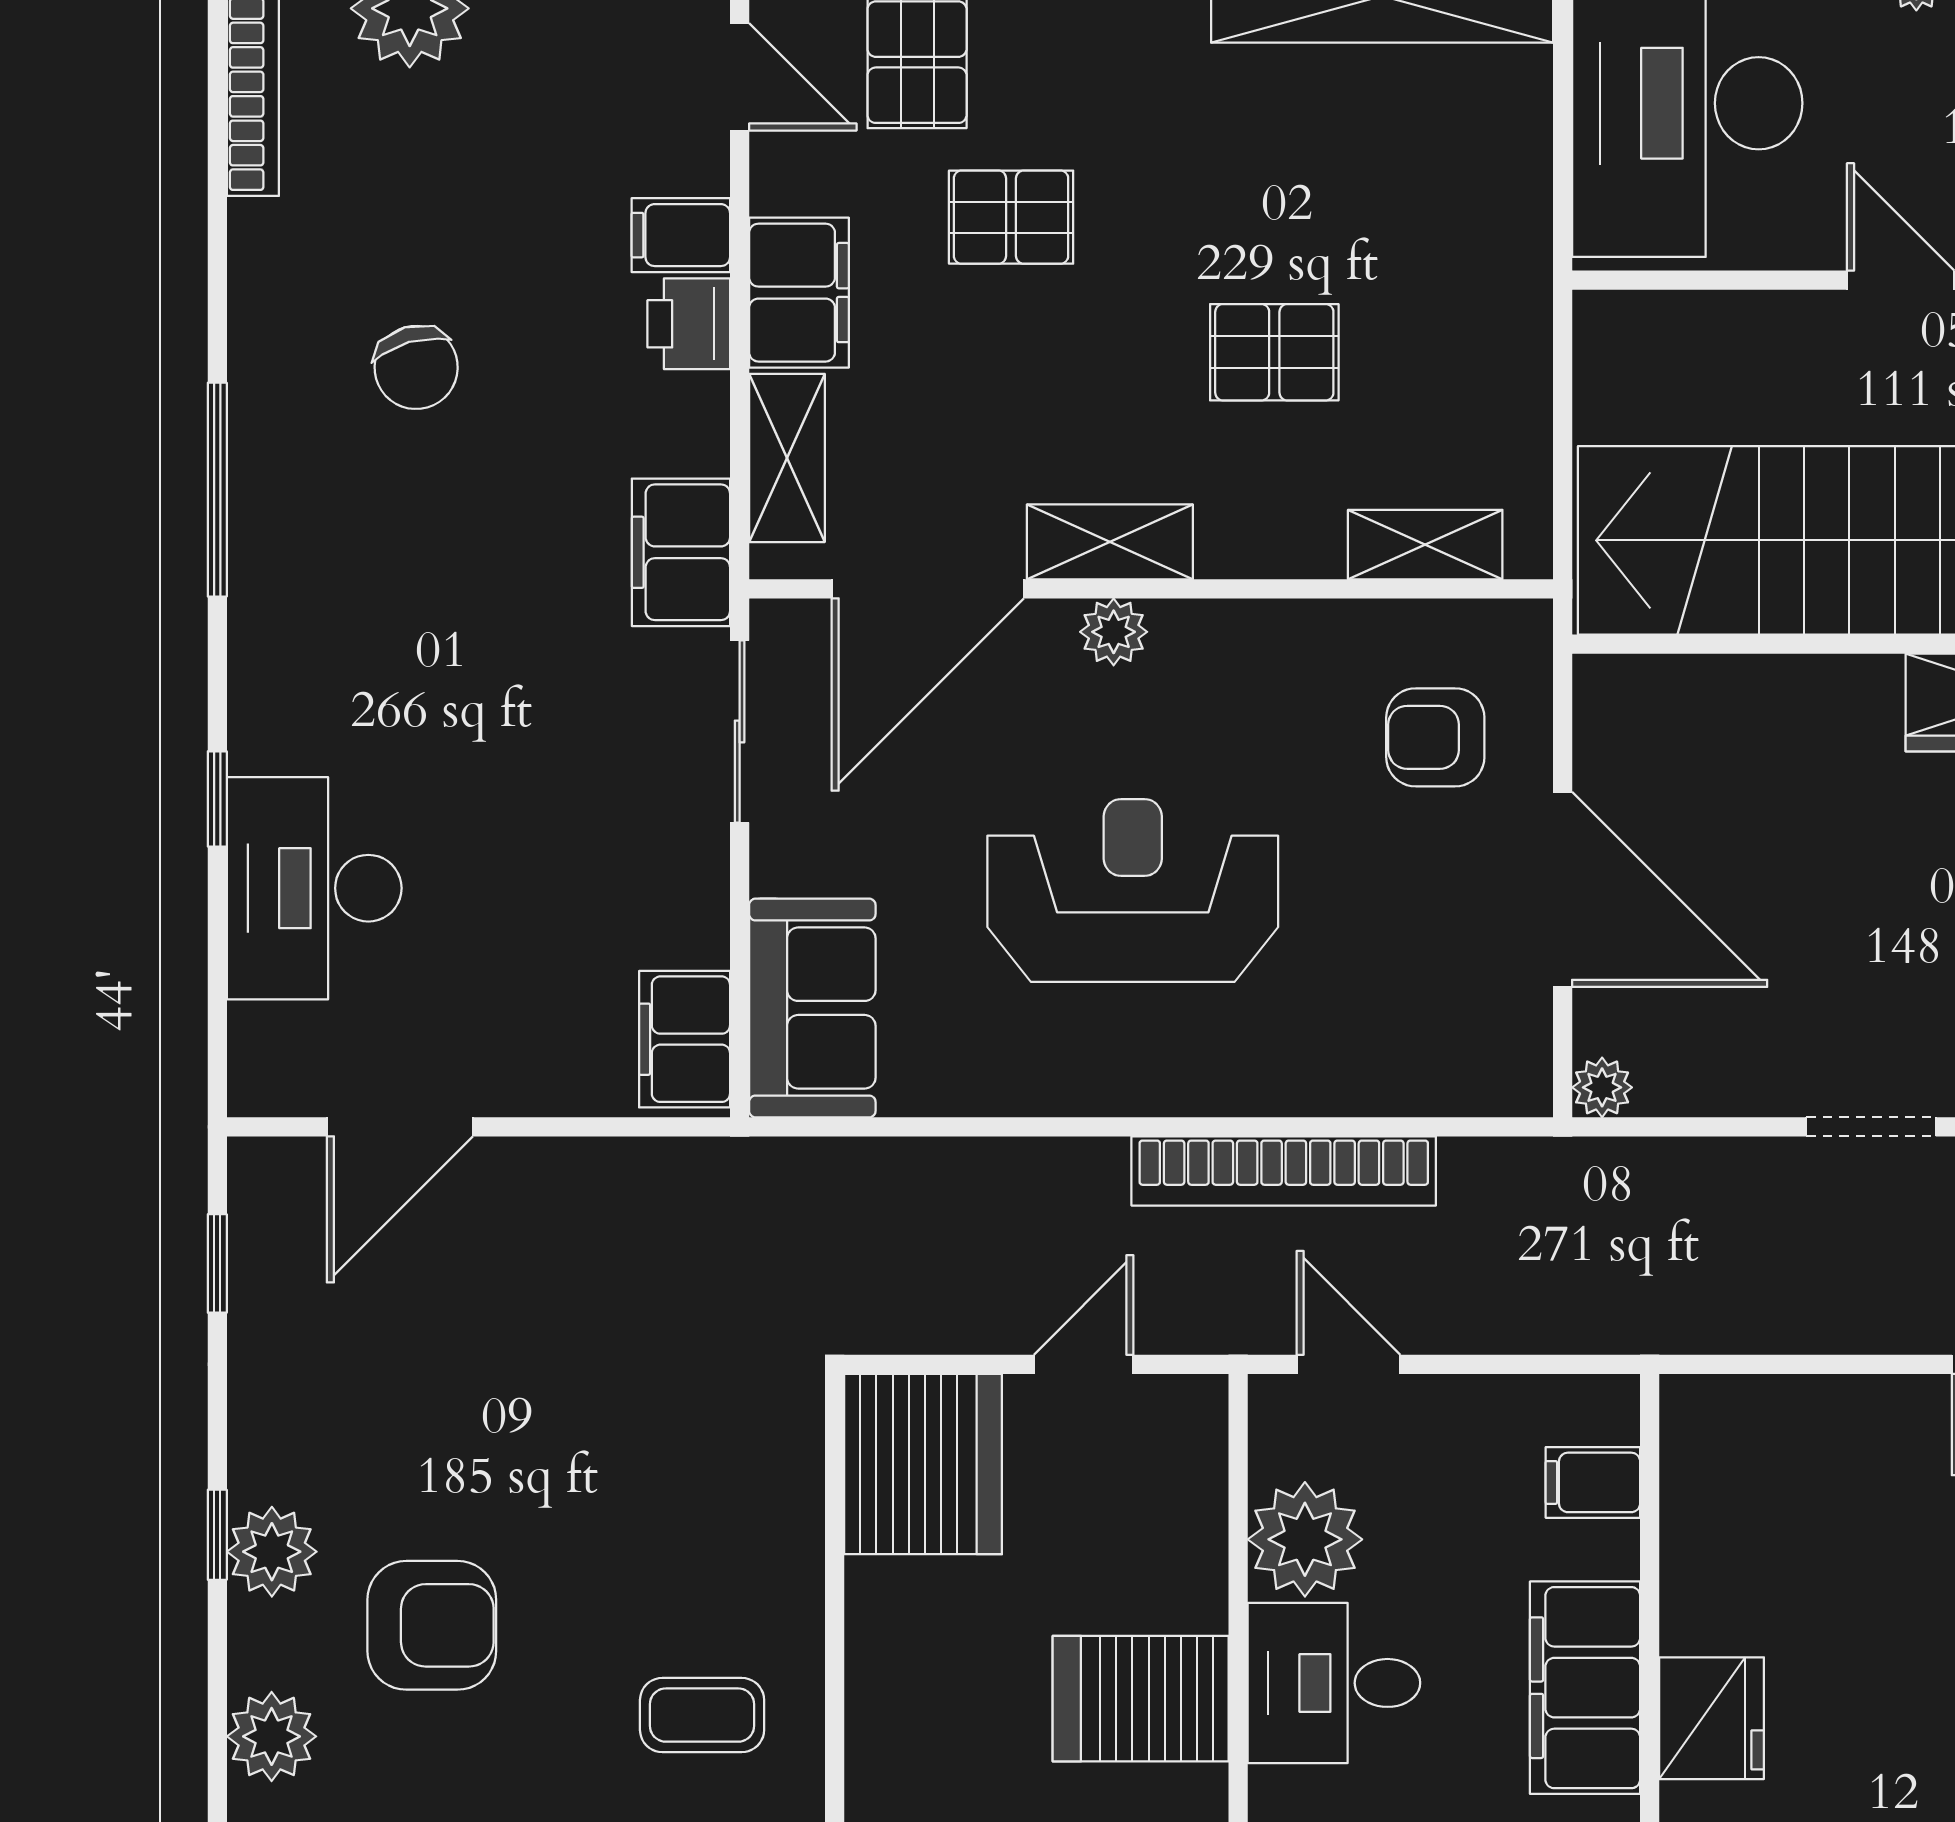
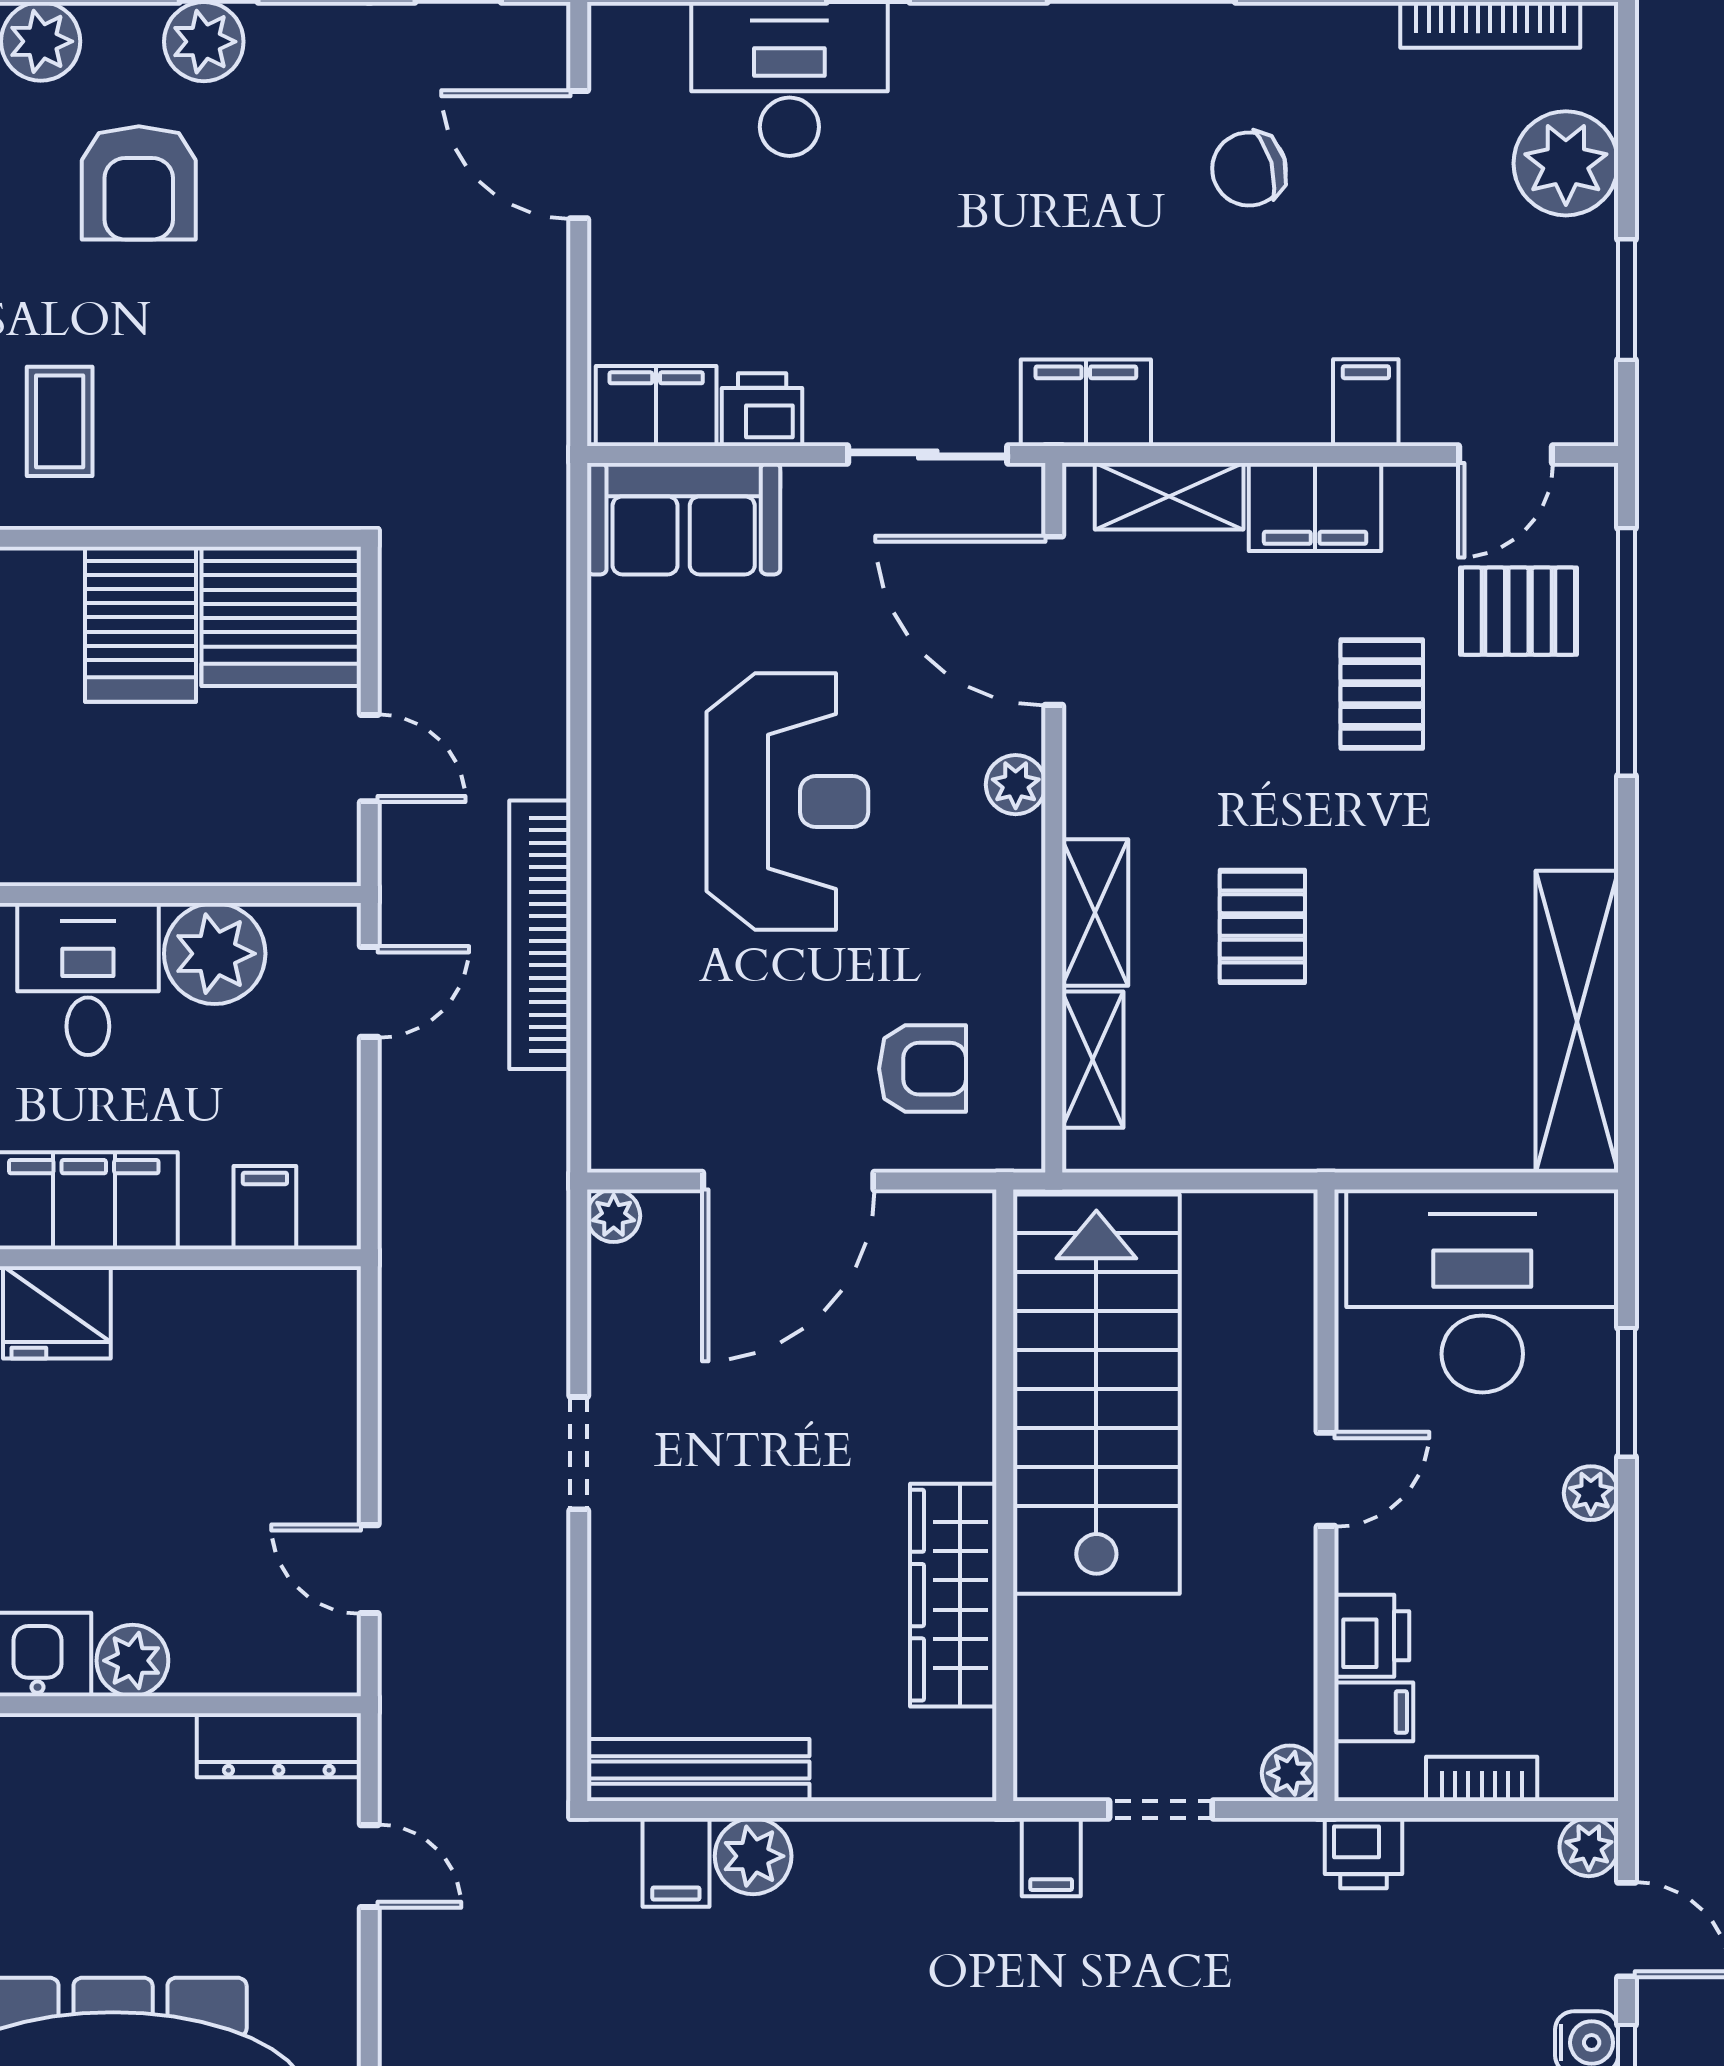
printer: (689, 324) -> (762, 410), moved
shelving: (1110, 542) -> (1095, 913), moved
armchair: (1435, 737) -> (923, 1069), turned 90
server rack: (1141, 1699) -> (141, 624), moved, turned 180

